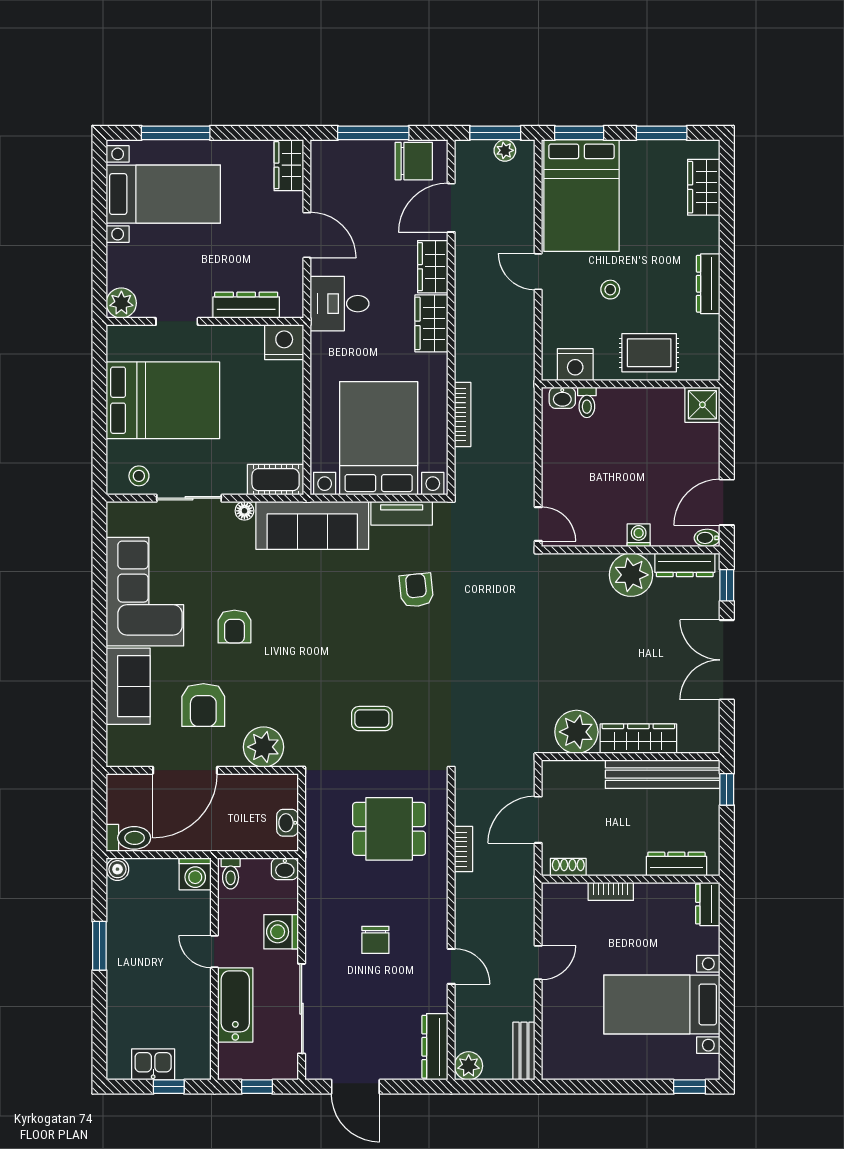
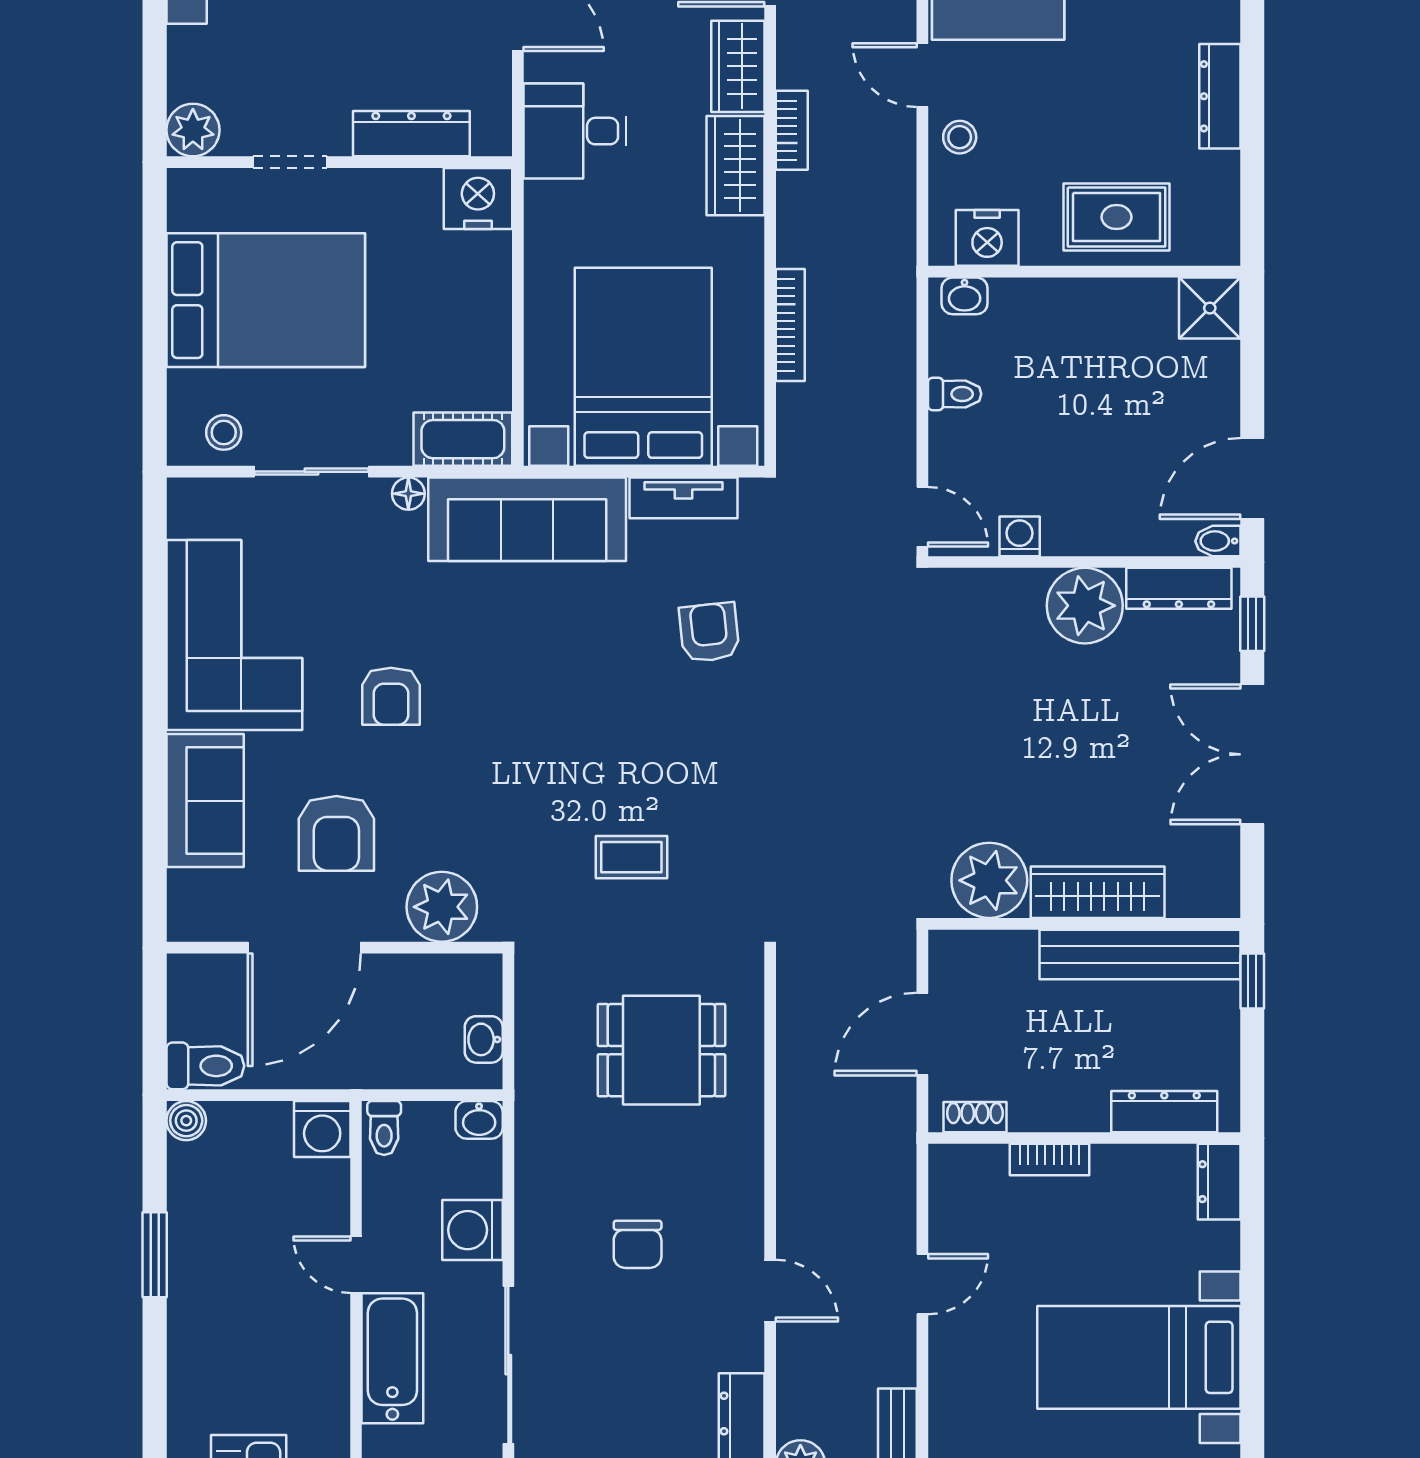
stool: (610, 290) -> (960, 137), moved
toilet: (587, 402) -> (955, 394), moved, turned -90
washing machine: (639, 535) -> (1020, 536), moved
bookcase: (463, 849) -> (792, 130), moved

